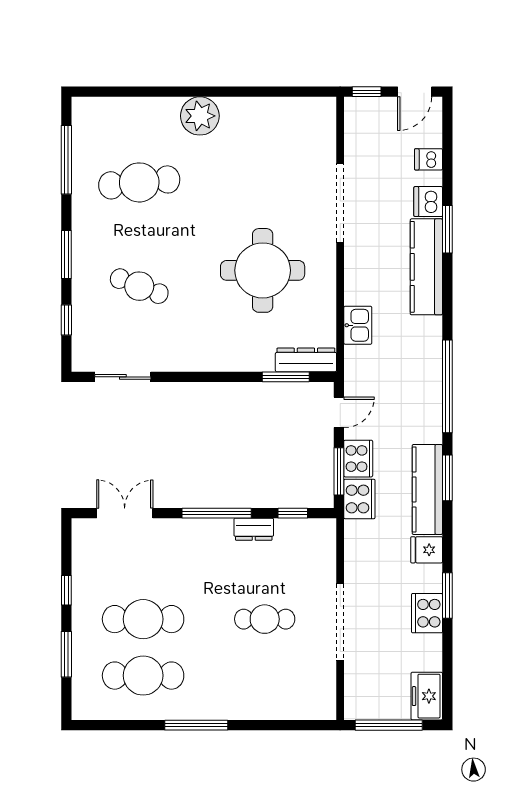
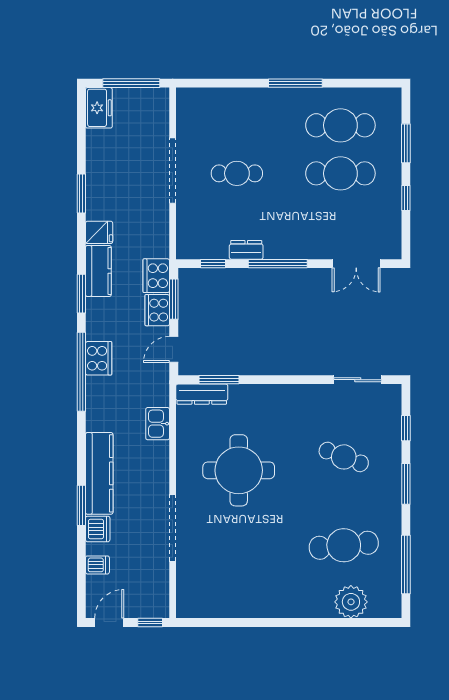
plant: (200, 116) -> (351, 602), moved
kitchen counter: (427, 489) -> (98, 271), width x0.67
cooker: (427, 613) -> (99, 358), moved

